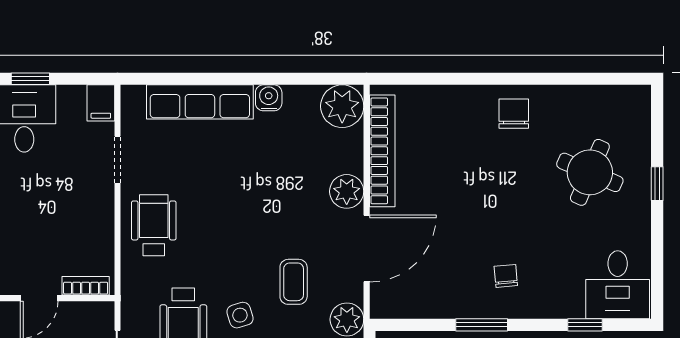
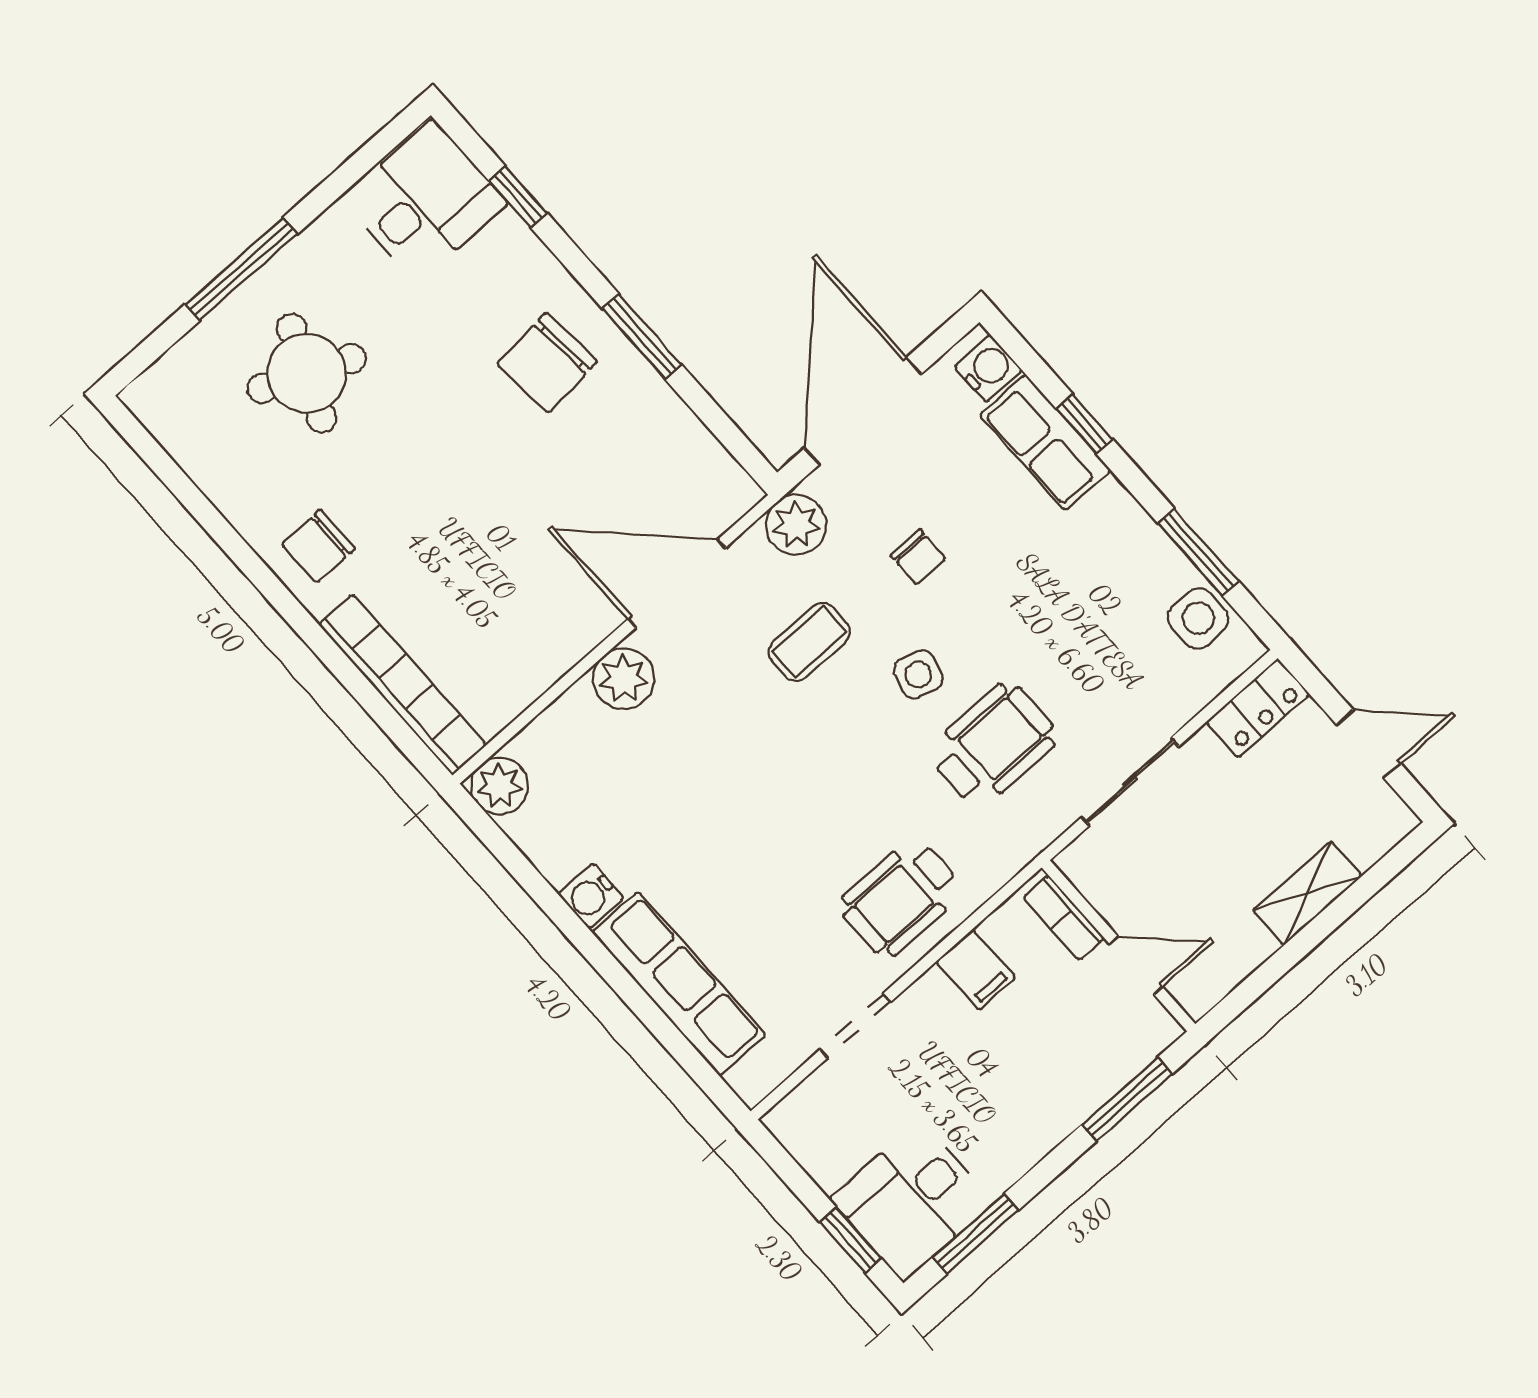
filing cabinet: (101, 103) -> (976, 970), moved, turned 90
plant: (342, 106) -> (499, 786), width x0.73, depth x0.73
bookcase: (382, 151) -> (402, 685), moved, turned 90
window: (657, 184) -> (241, 269), width x2.17
chair: (506, 276) -> (547, 363), width x1.87, depth x1.87
side table: (240, 315) -> (918, 674), turned 33

